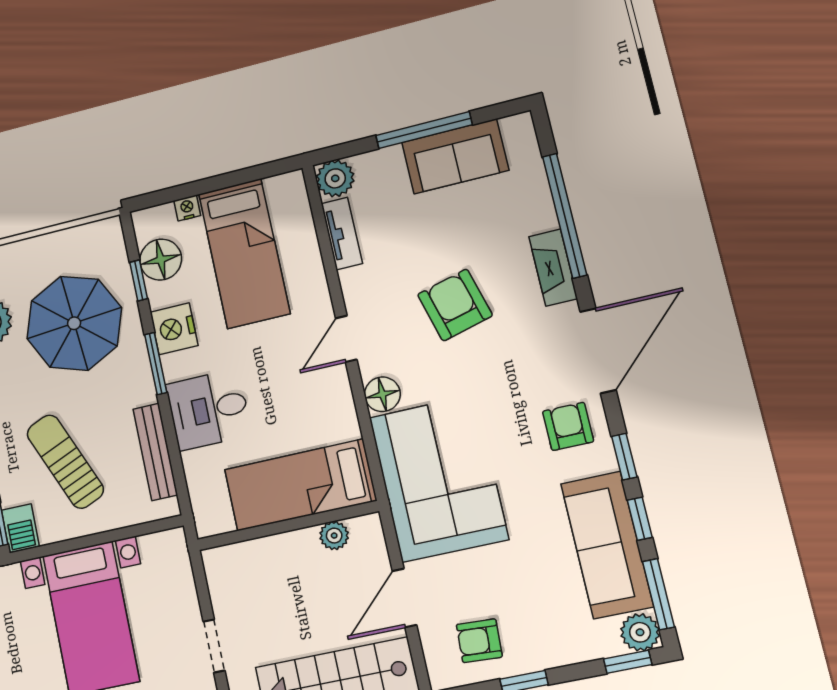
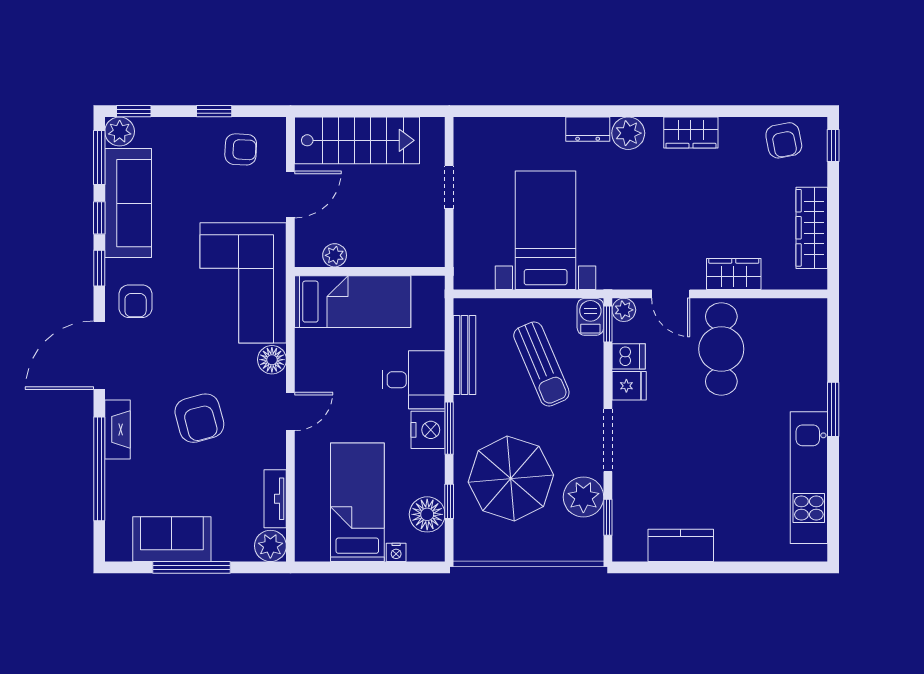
nightstand: (174, 329) -> (428, 430), moved

